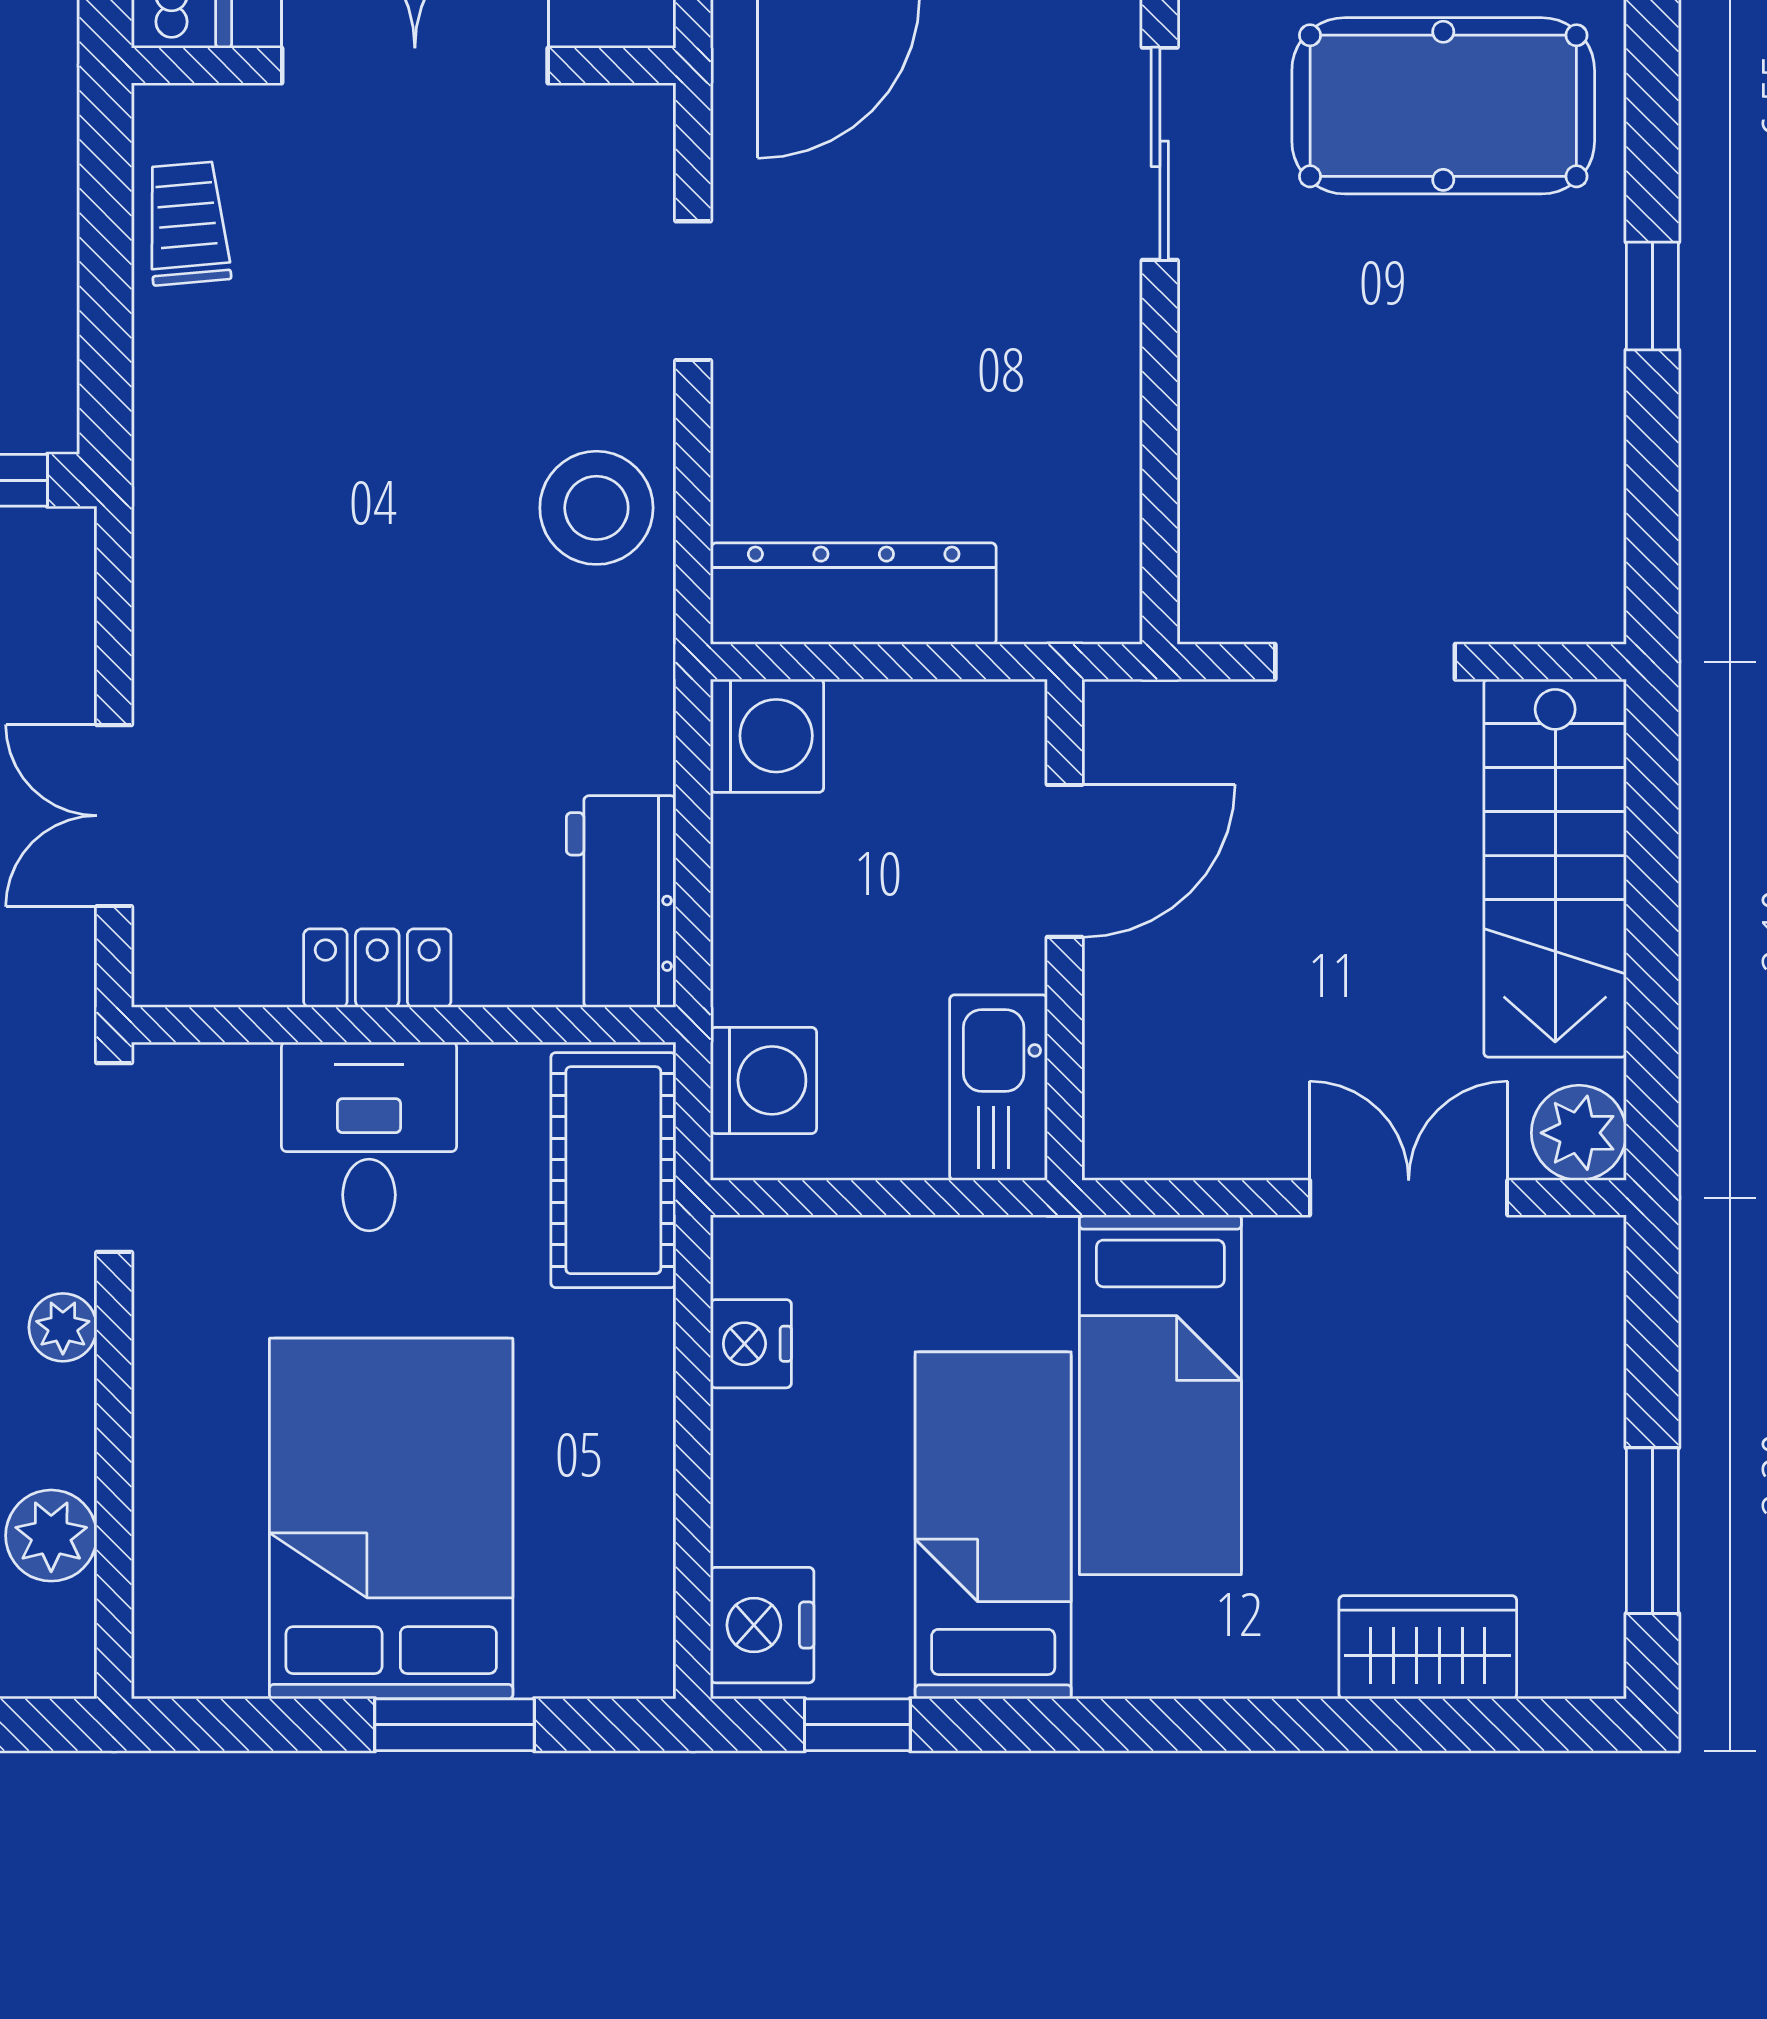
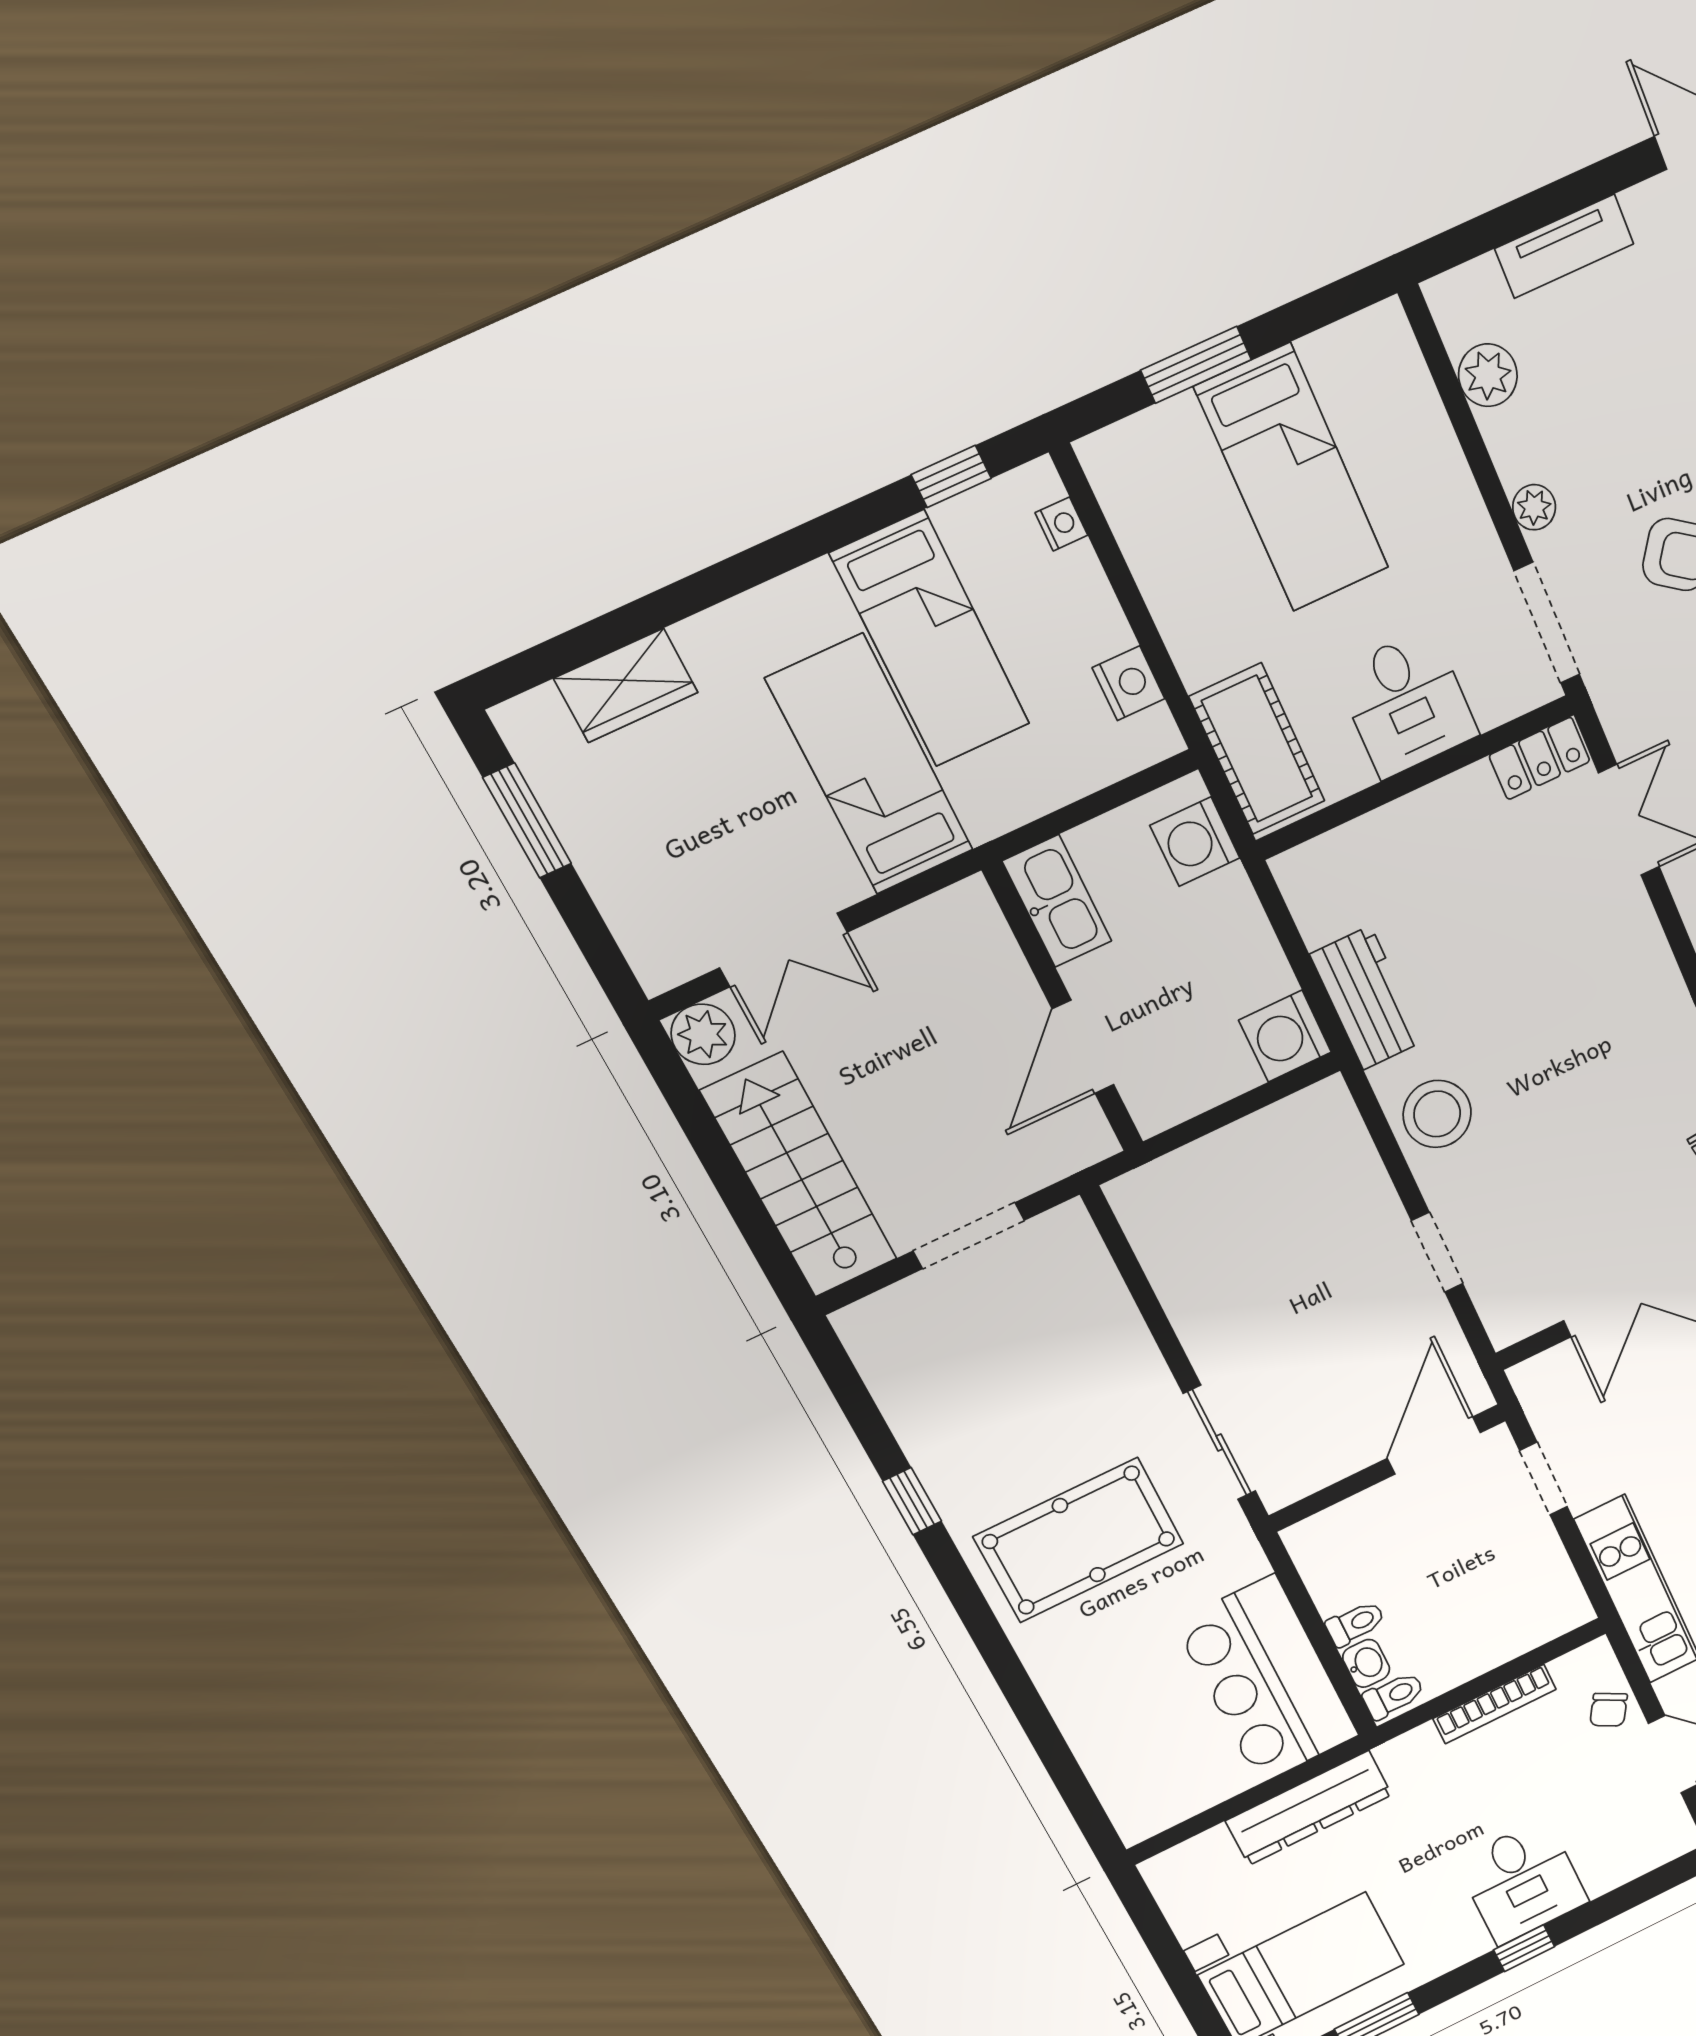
dresser: (854, 594) -> (1274, 1136), removed
workbench: (621, 902) -> (1367, 998), moved
locker: (377, 968) -> (1540, 758), moved
bed: (391, 1519) -> (1292, 478), width x0.67
nightstand: (762, 1625) -> (1061, 524), width x0.53, depth x0.56

